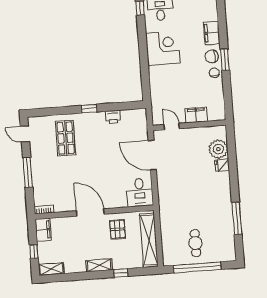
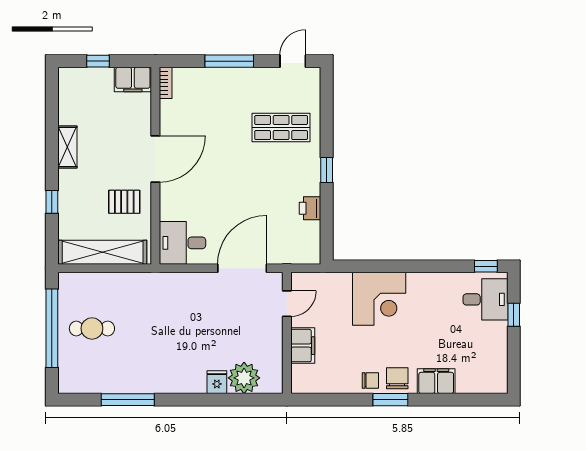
corner desk: (163, 48) -> (379, 299), moved
shelving: (99, 265) -> (67, 147), moved
shelving: (51, 269) -> (67, 88), removed

